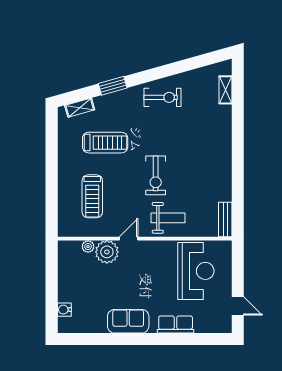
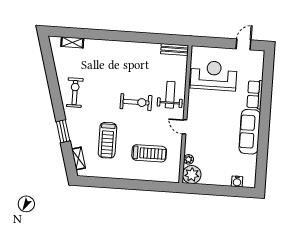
treadmill: (105, 143) -> (107, 140), turned 180
plant: (107, 252) -> (192, 175), moved
sofa: (128, 321) -> (250, 132), width x1.36

